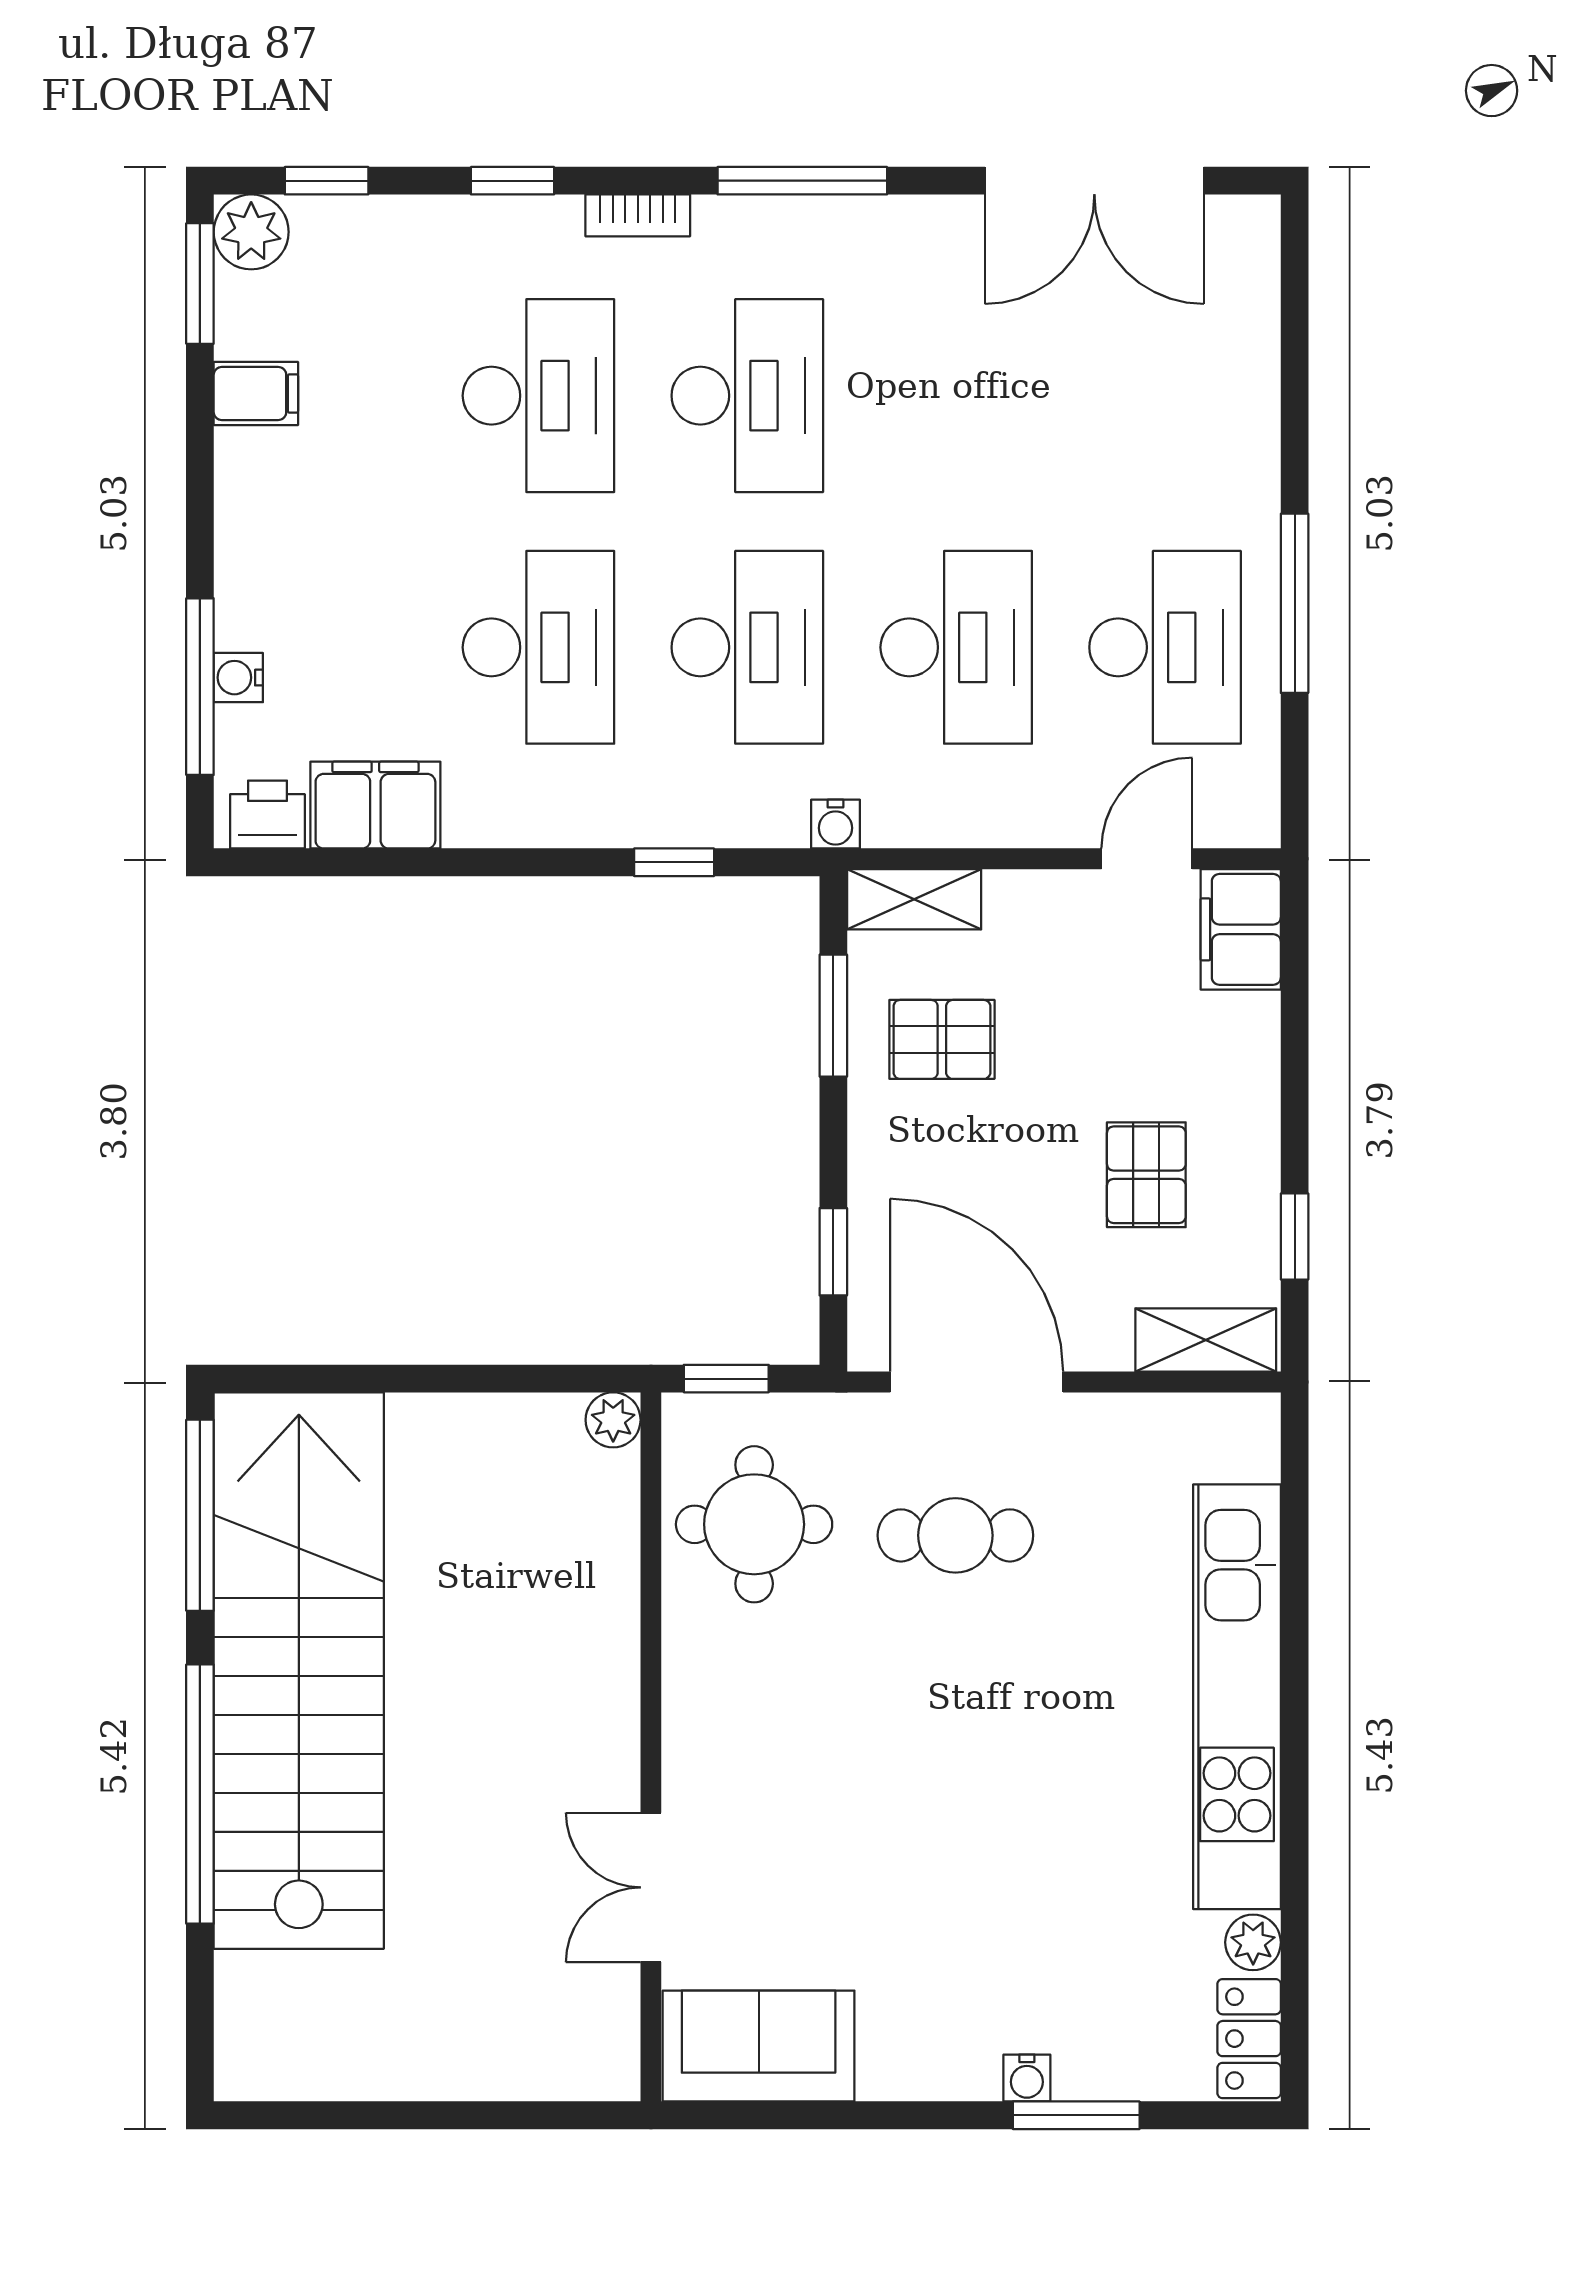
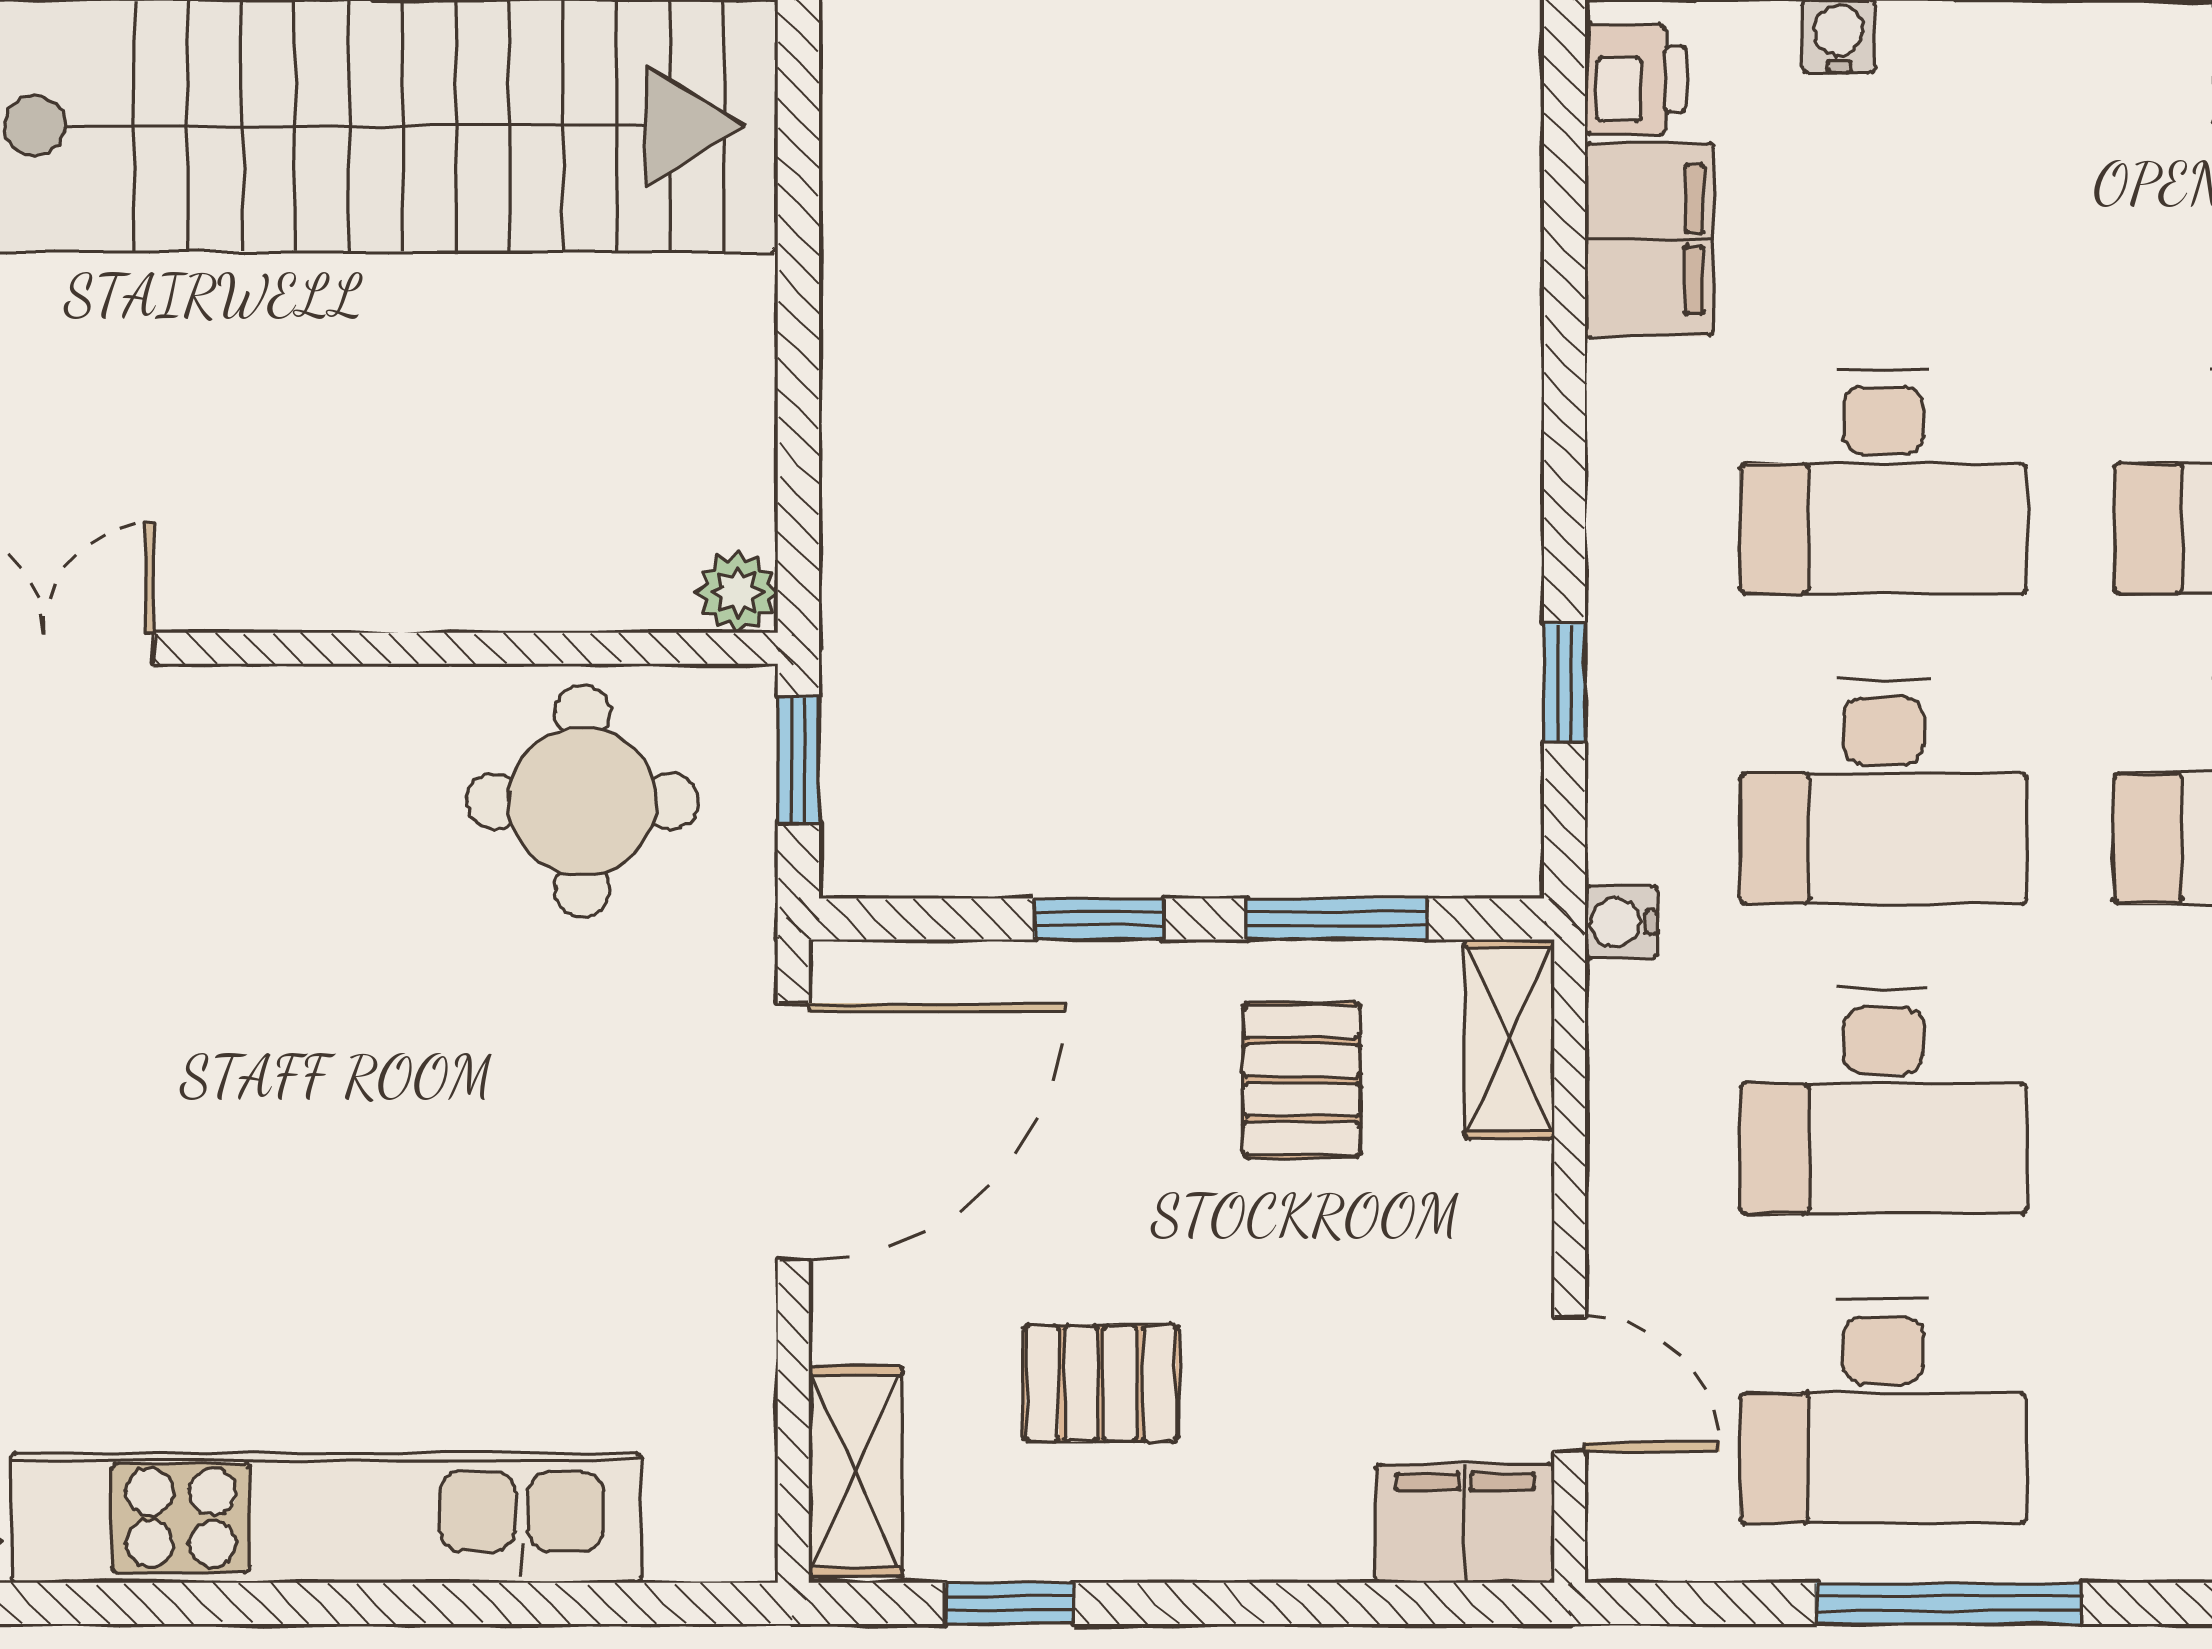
window: (833, 1252) -> (1099, 919), moved
cafe table: (955, 1535) -> (566, 1100), removed

